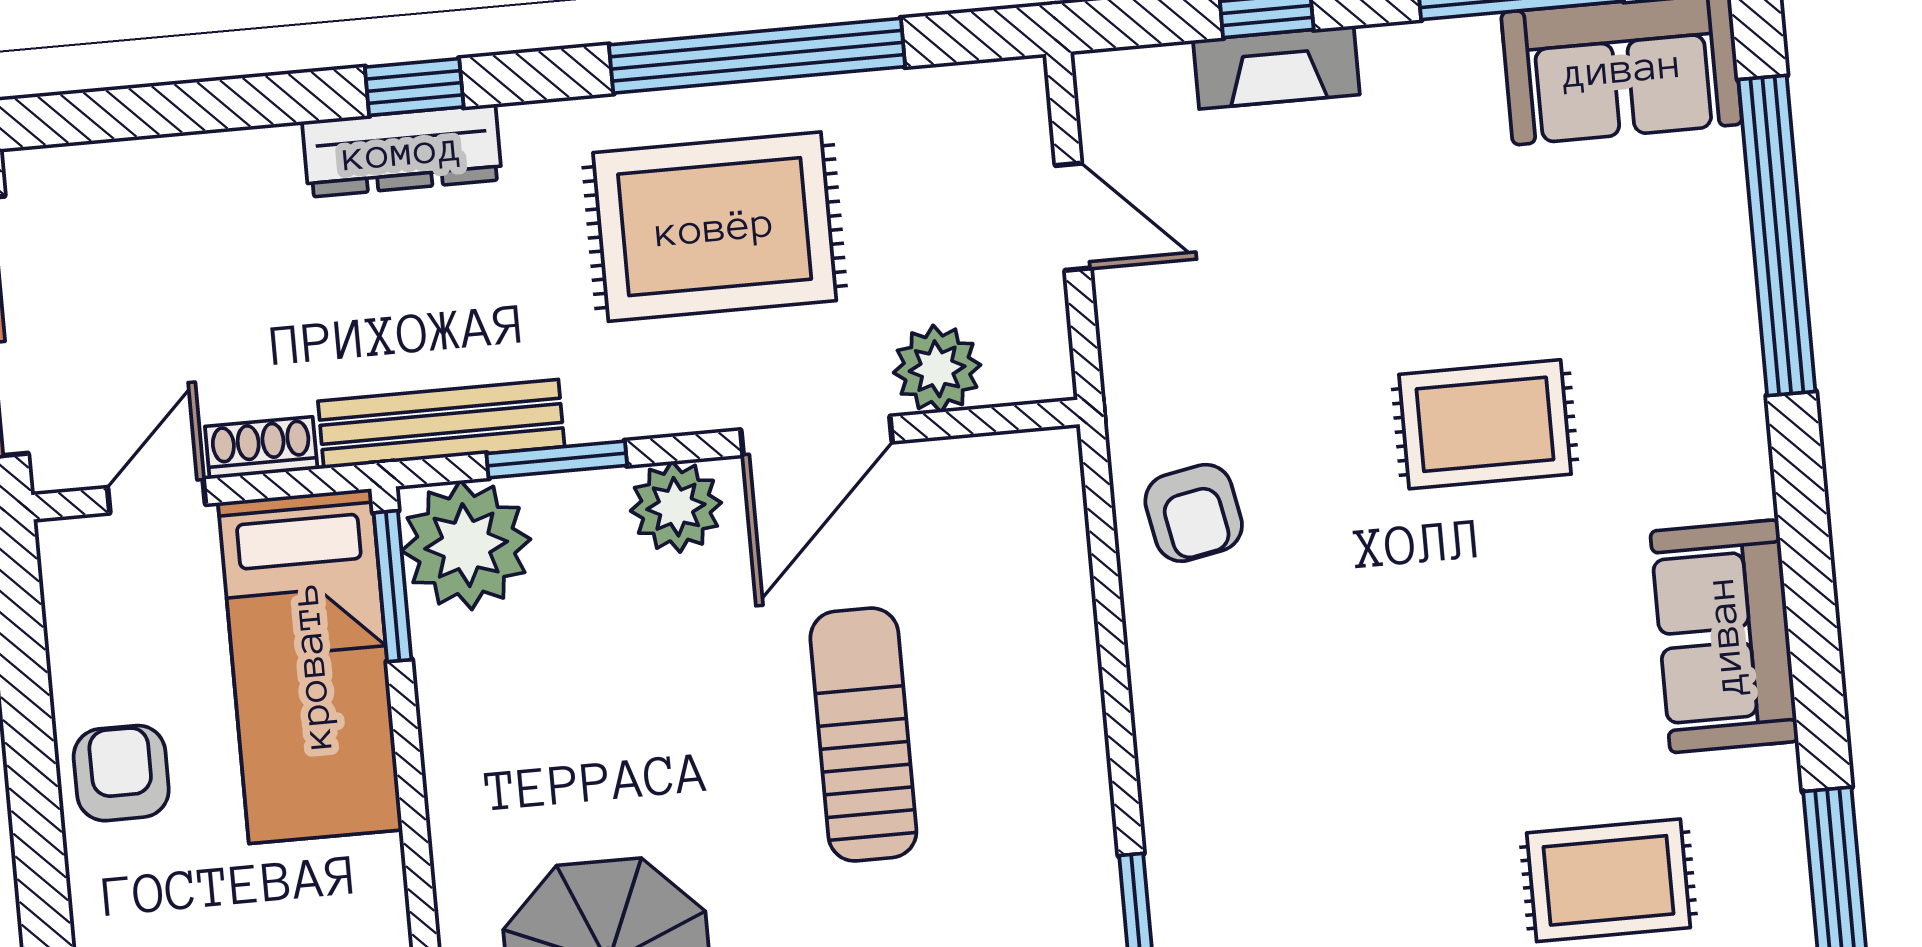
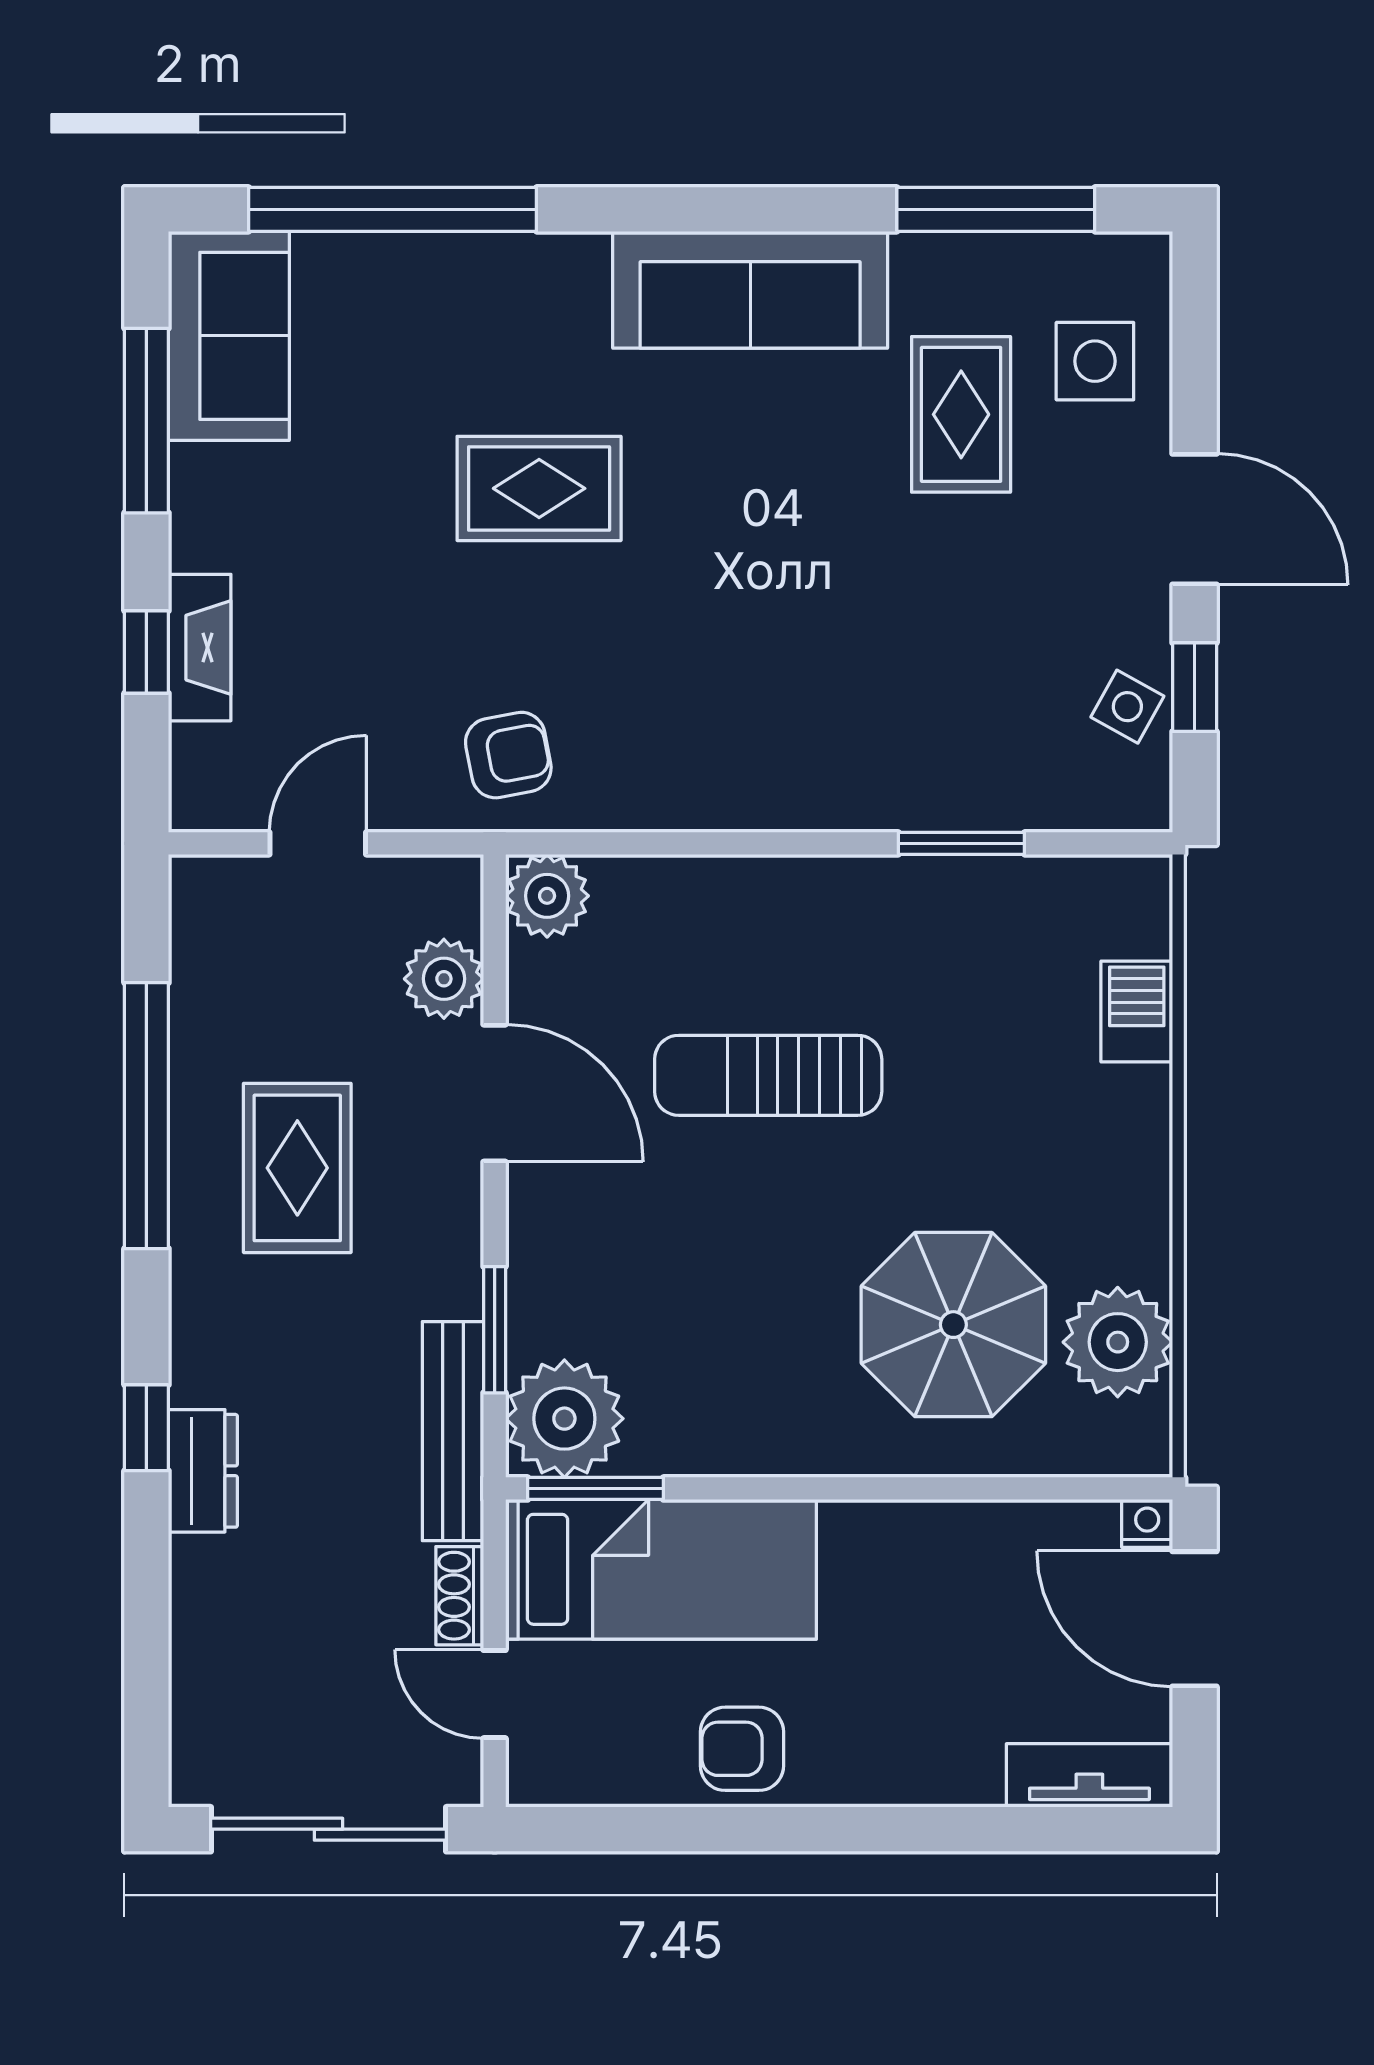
dresser: (402, 151) -> (203, 1471), width x0.70
rug: (715, 227) -> (297, 1168), width x0.73, depth x0.70
rug: (1485, 424) -> (539, 488), turned 90
plant: (676, 507) -> (547, 896), moved
armchair: (1194, 513) -> (508, 755), moved
sofa: (1724, 636) -> (750, 290), width x1.36

